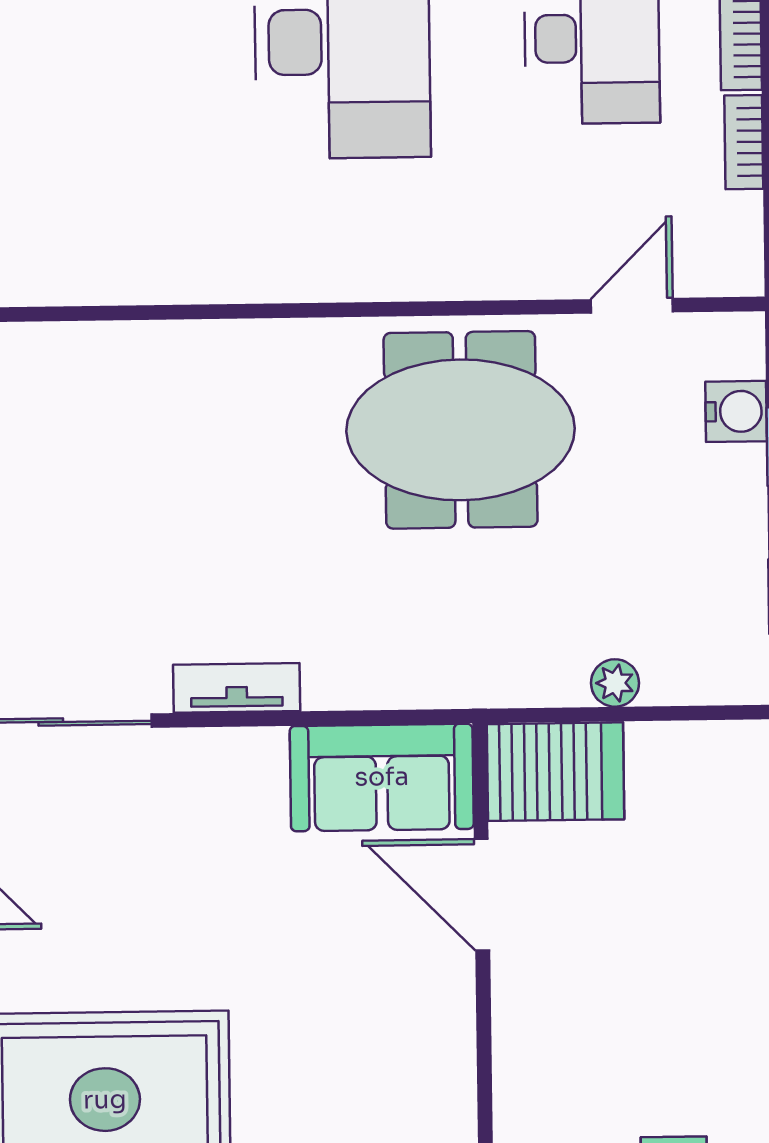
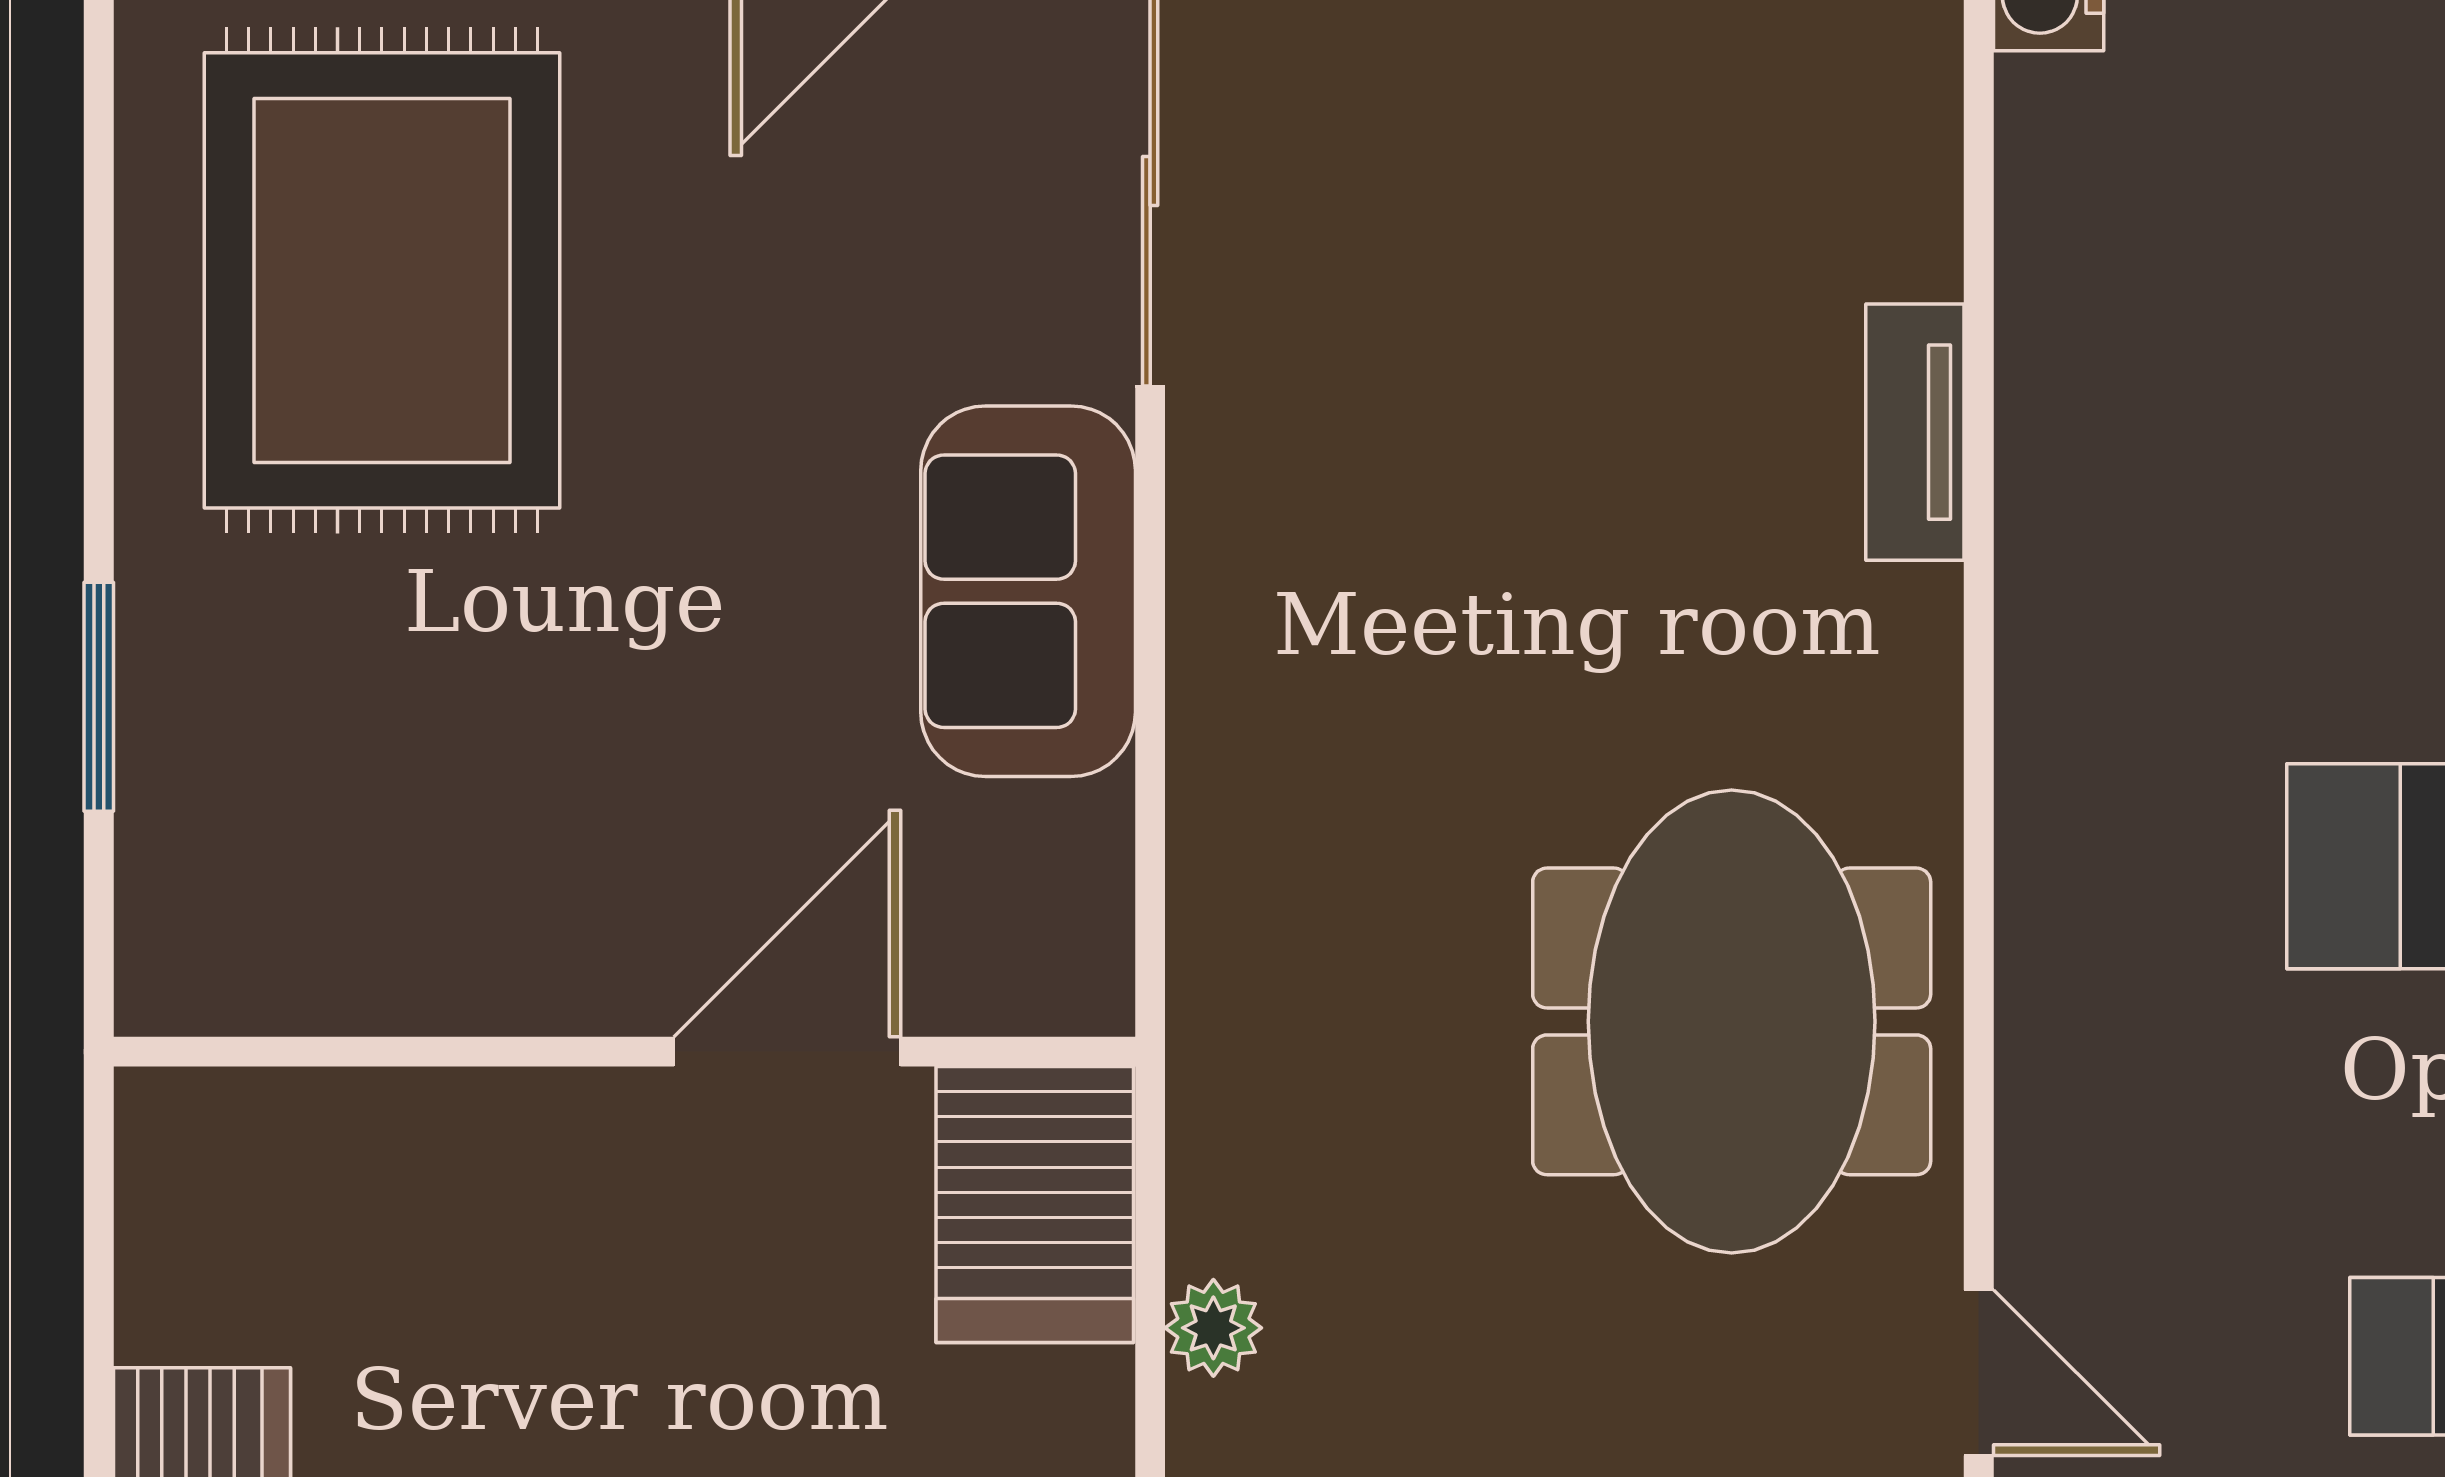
tv unit: (237, 688) -> (1915, 432), moved, turned 180
sofa: (382, 777) -> (1028, 591), moved

